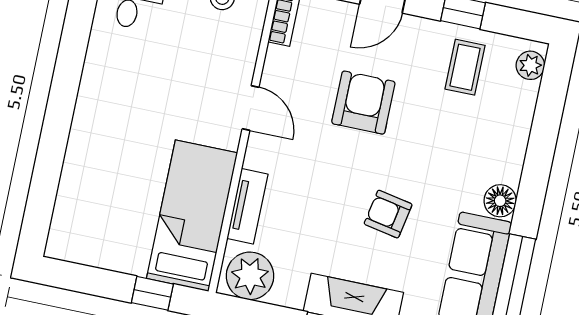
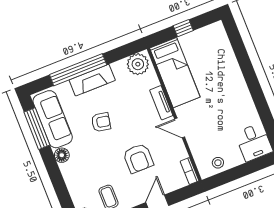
tv unit: (247, 206) -> (161, 103), moved
window: (152, 293) -> (183, 28), moved

